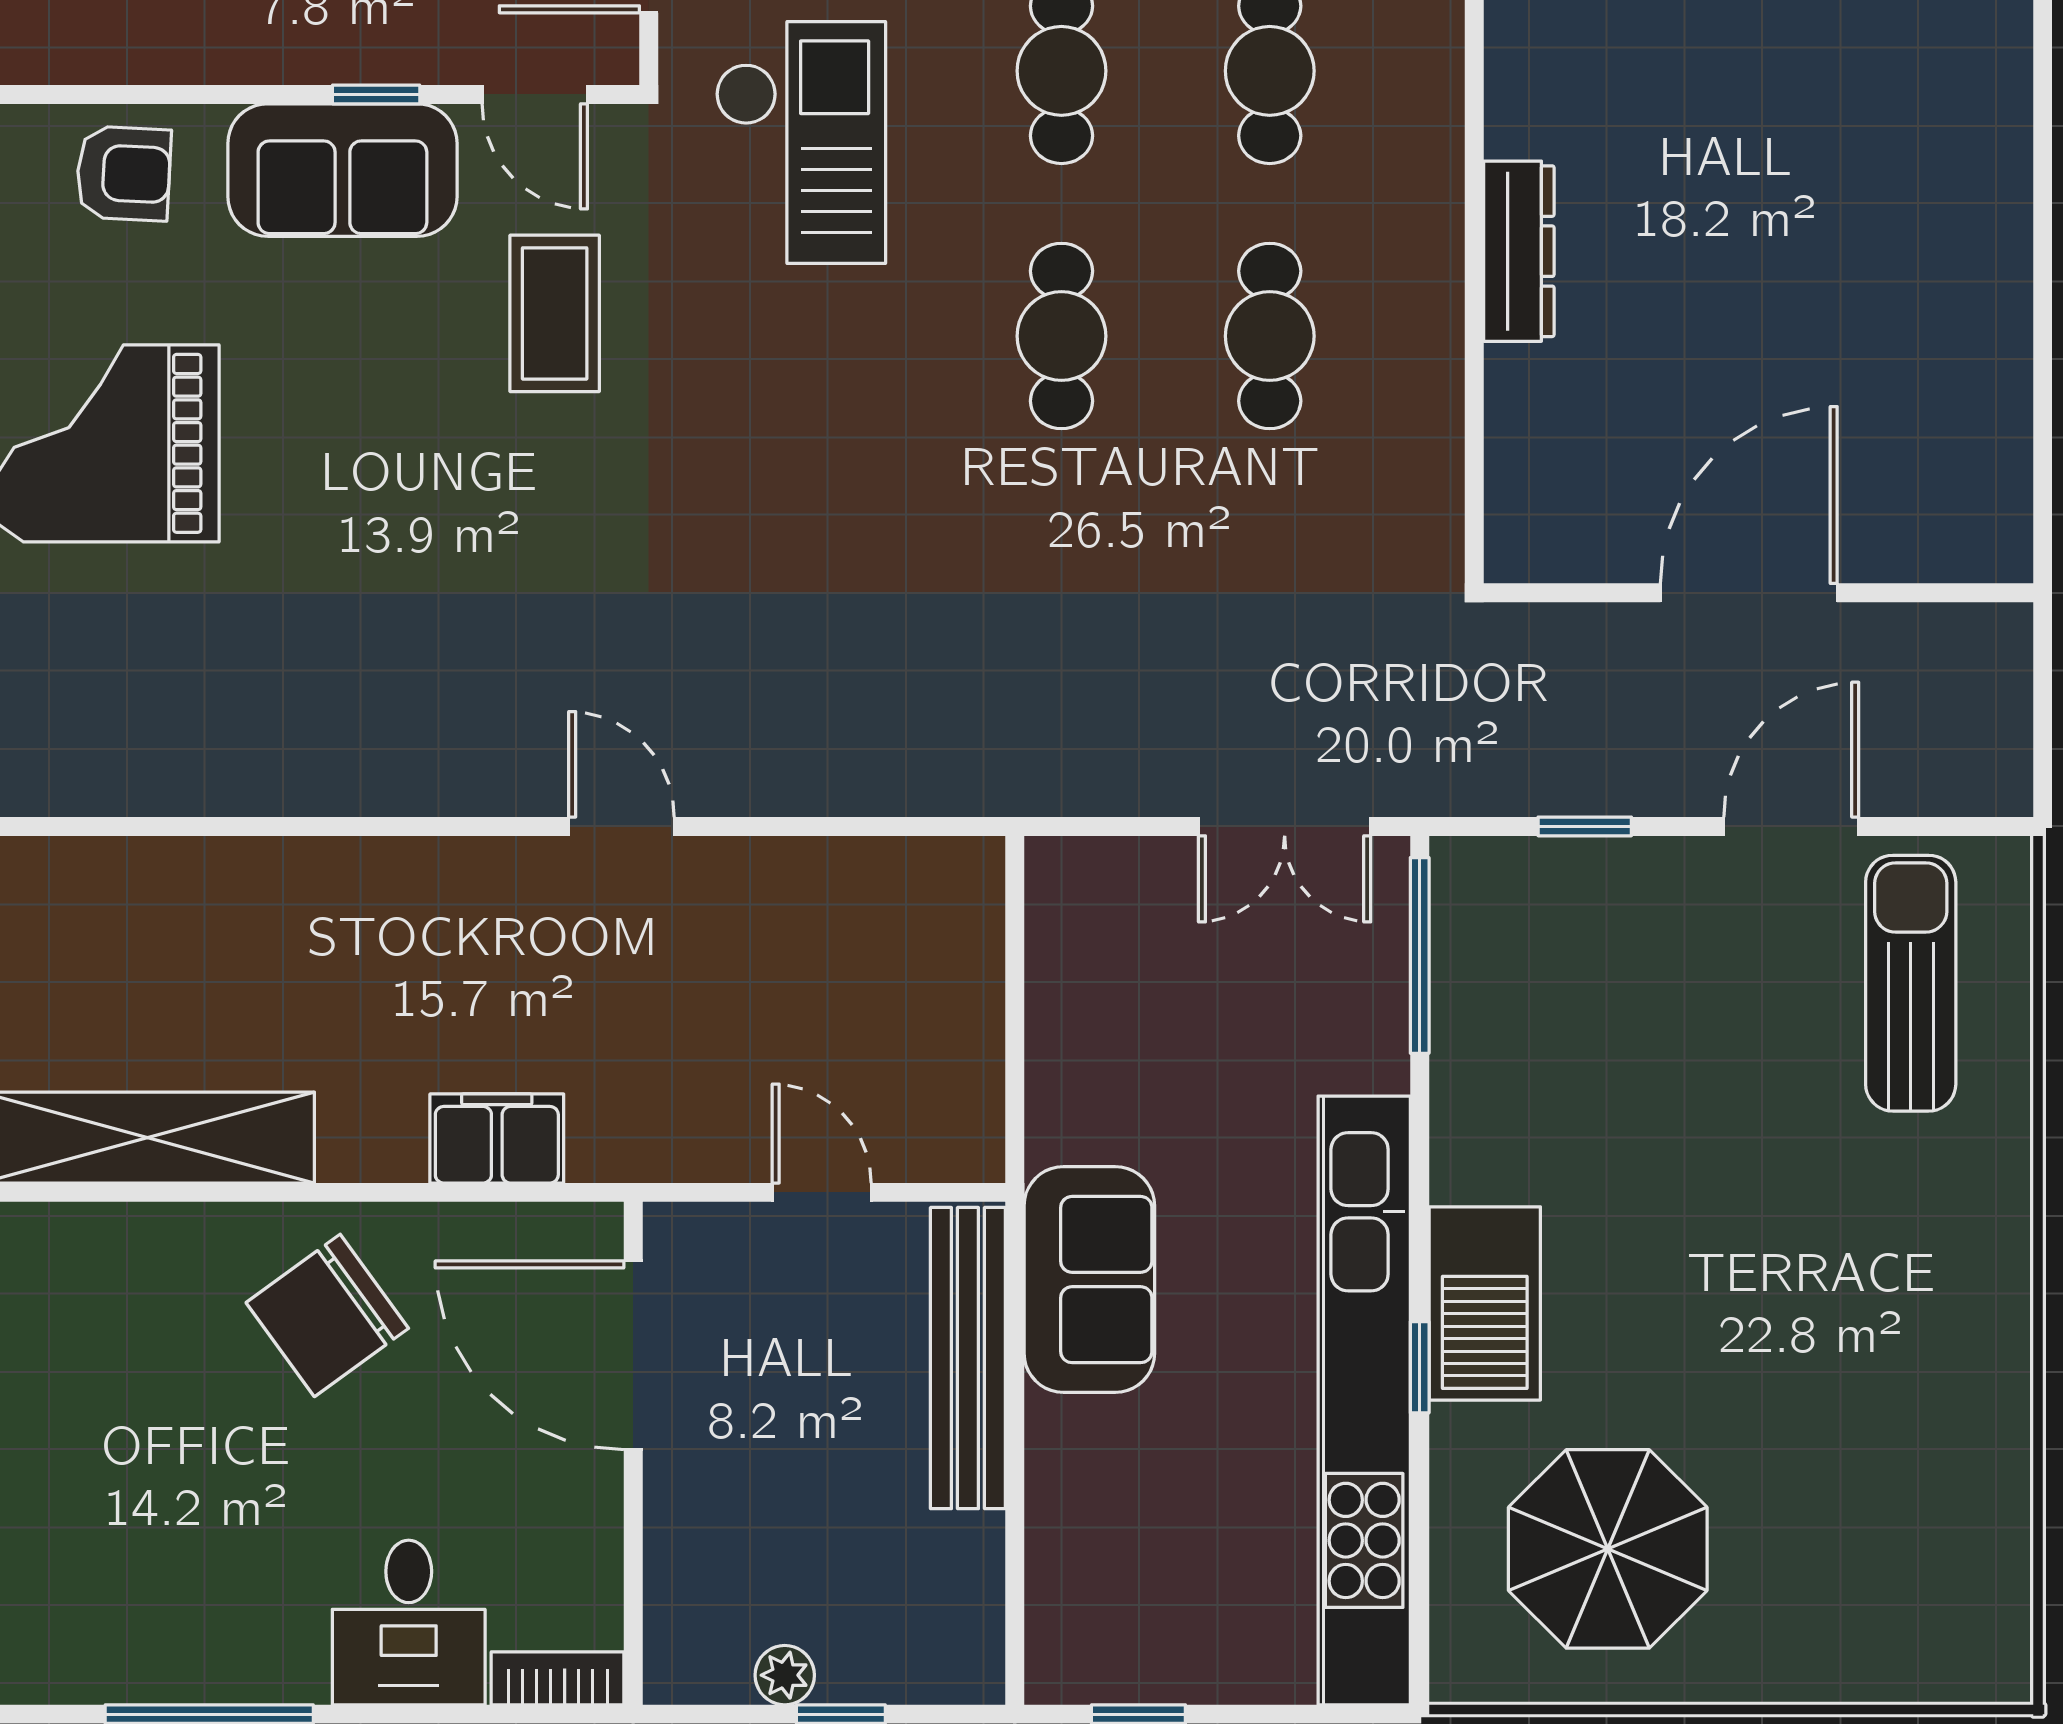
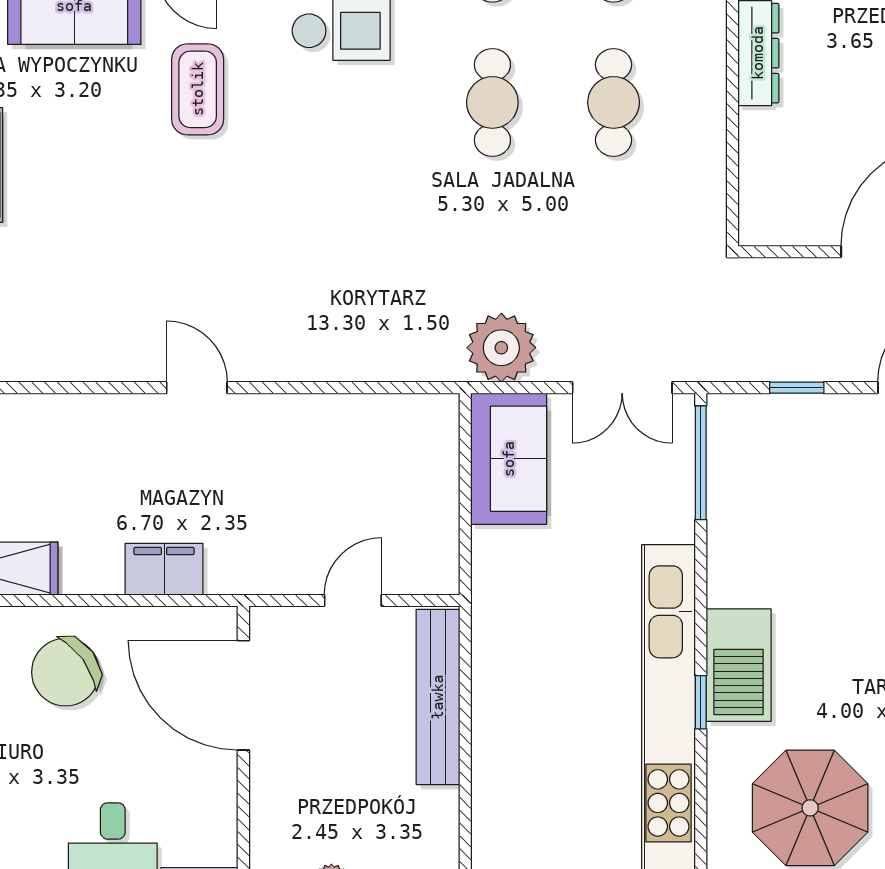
plant: (1077, 758) -> (501, 348), added
door: (621, 826) -> (197, 388), moved
door: (822, 1192) -> (353, 601), hinge flipped
sofa: (1089, 1280) -> (509, 459), moved

